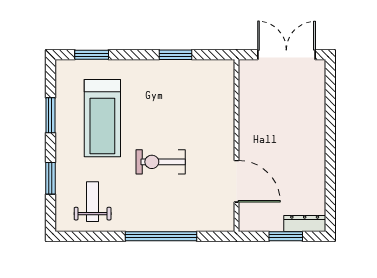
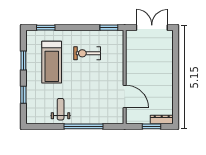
window: (175, 55) -> (109, 28), moved
exercise bike: (161, 162) -> (87, 53), moved
weight bench: (93, 202) -> (61, 109), moved

